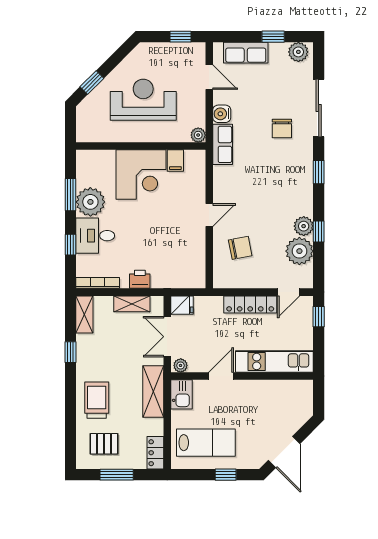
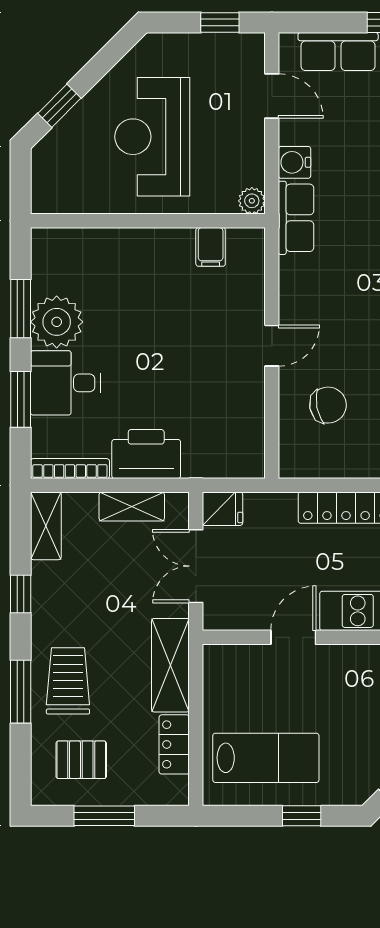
reception desk: (143, 100) -> (152, 137), turned -90
corner desk: (141, 175) -> (148, 272), removed
window: (71, 245) -> (21, 399), width x1.50
printer: (140, 279) -> (146, 454), width x1.87, depth x1.48
plant: (181, 365) -> (220, 618), removed
kitchen sink: (182, 394) -> (222, 671), removed
window: (71, 406) -> (21, 692), added
locker: (155, 453) -> (174, 744), moved

